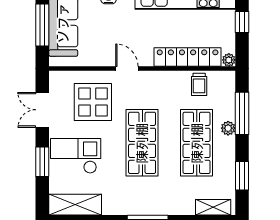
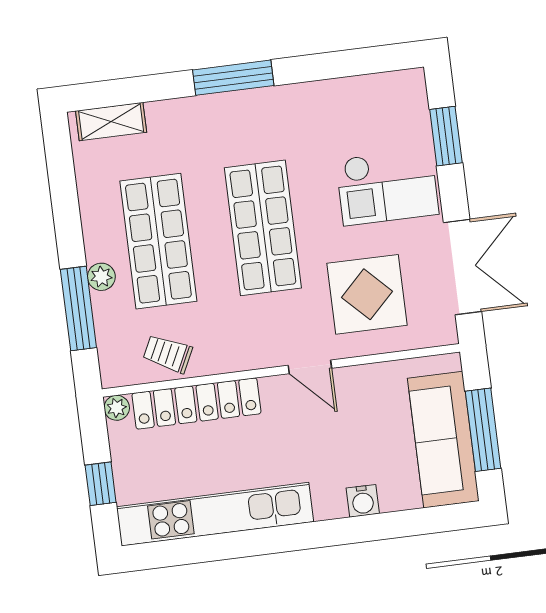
trolley: (199, 84) -> (168, 354), turned -64
double door: (42, 110) -> (462, 267), width x1.37
window: (42, 162) -> (446, 136), moved
window: (242, 176) -> (63, 189), removed
shelving: (75, 205) -> (376, 93), removed

